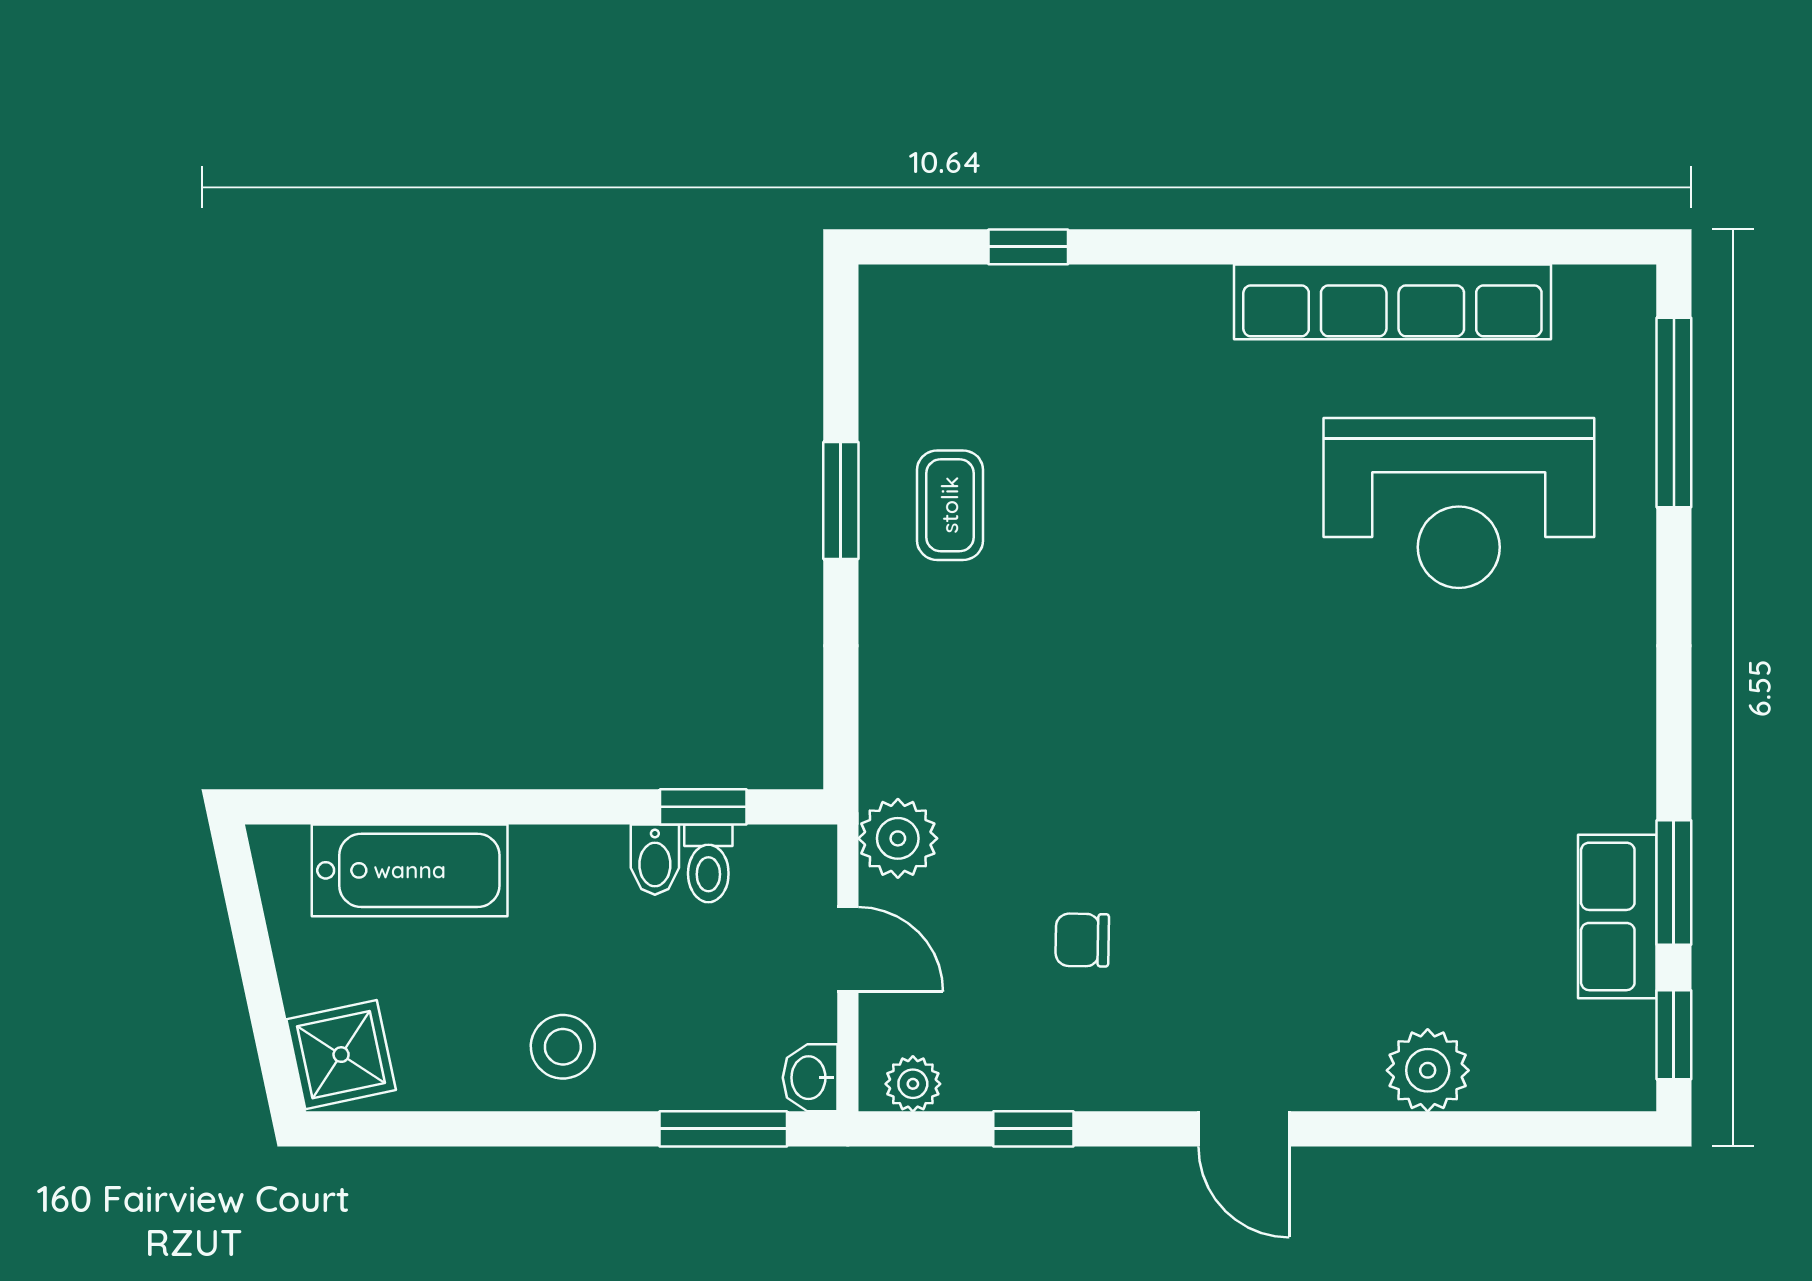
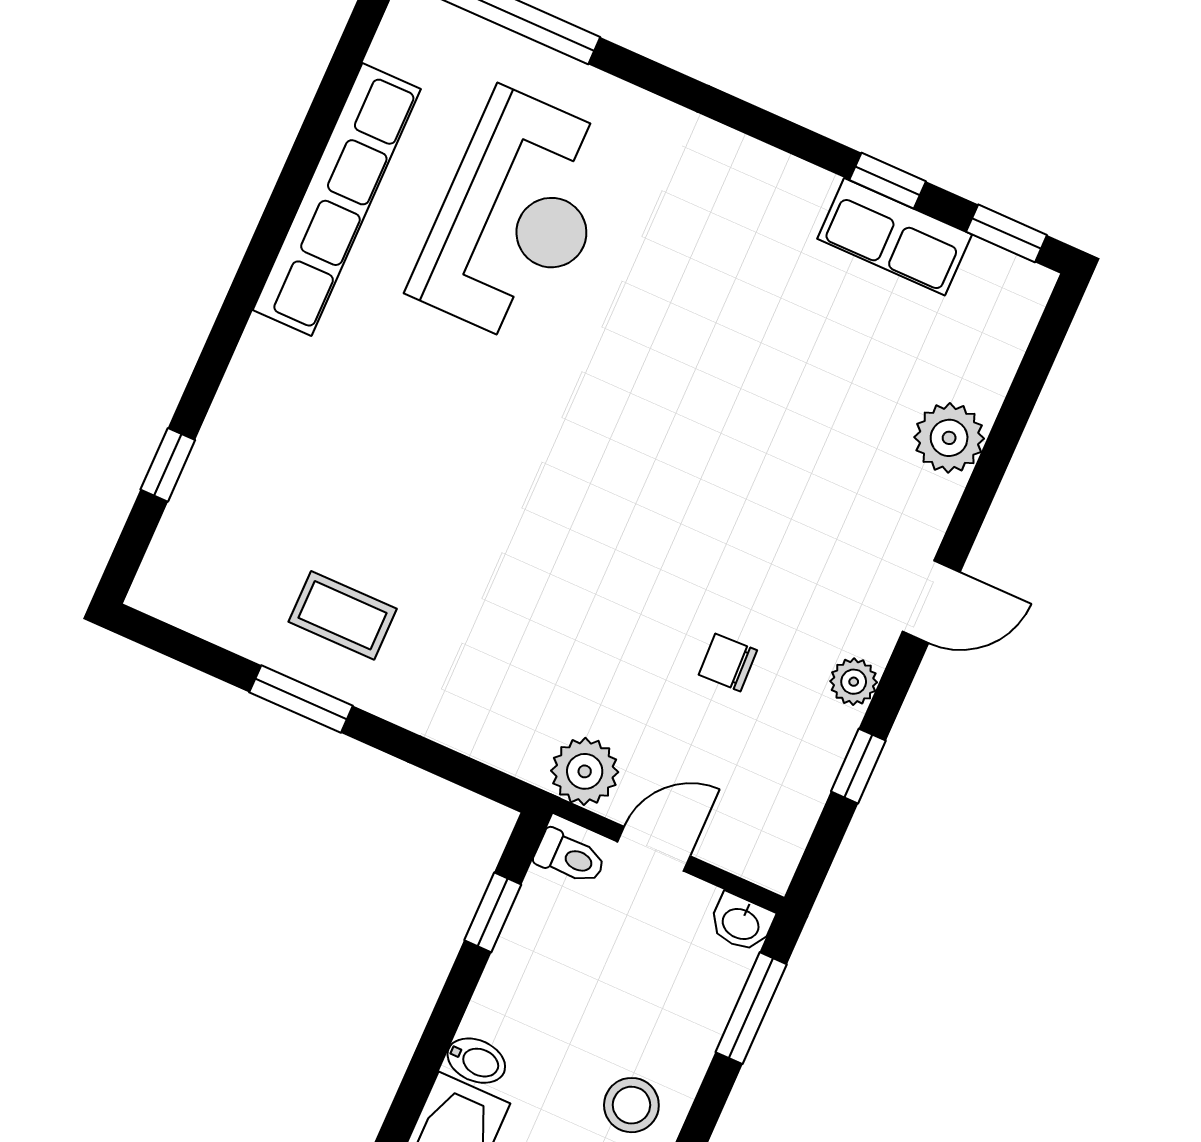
bidet: (655, 860) -> (476, 1061), moved
toilet: (708, 863) -> (570, 857), moved
window: (1674, 882) -> (888, 181), width x0.67
chair: (1082, 940) -> (728, 663), turned 87
plant: (913, 1084) -> (854, 682), moved

